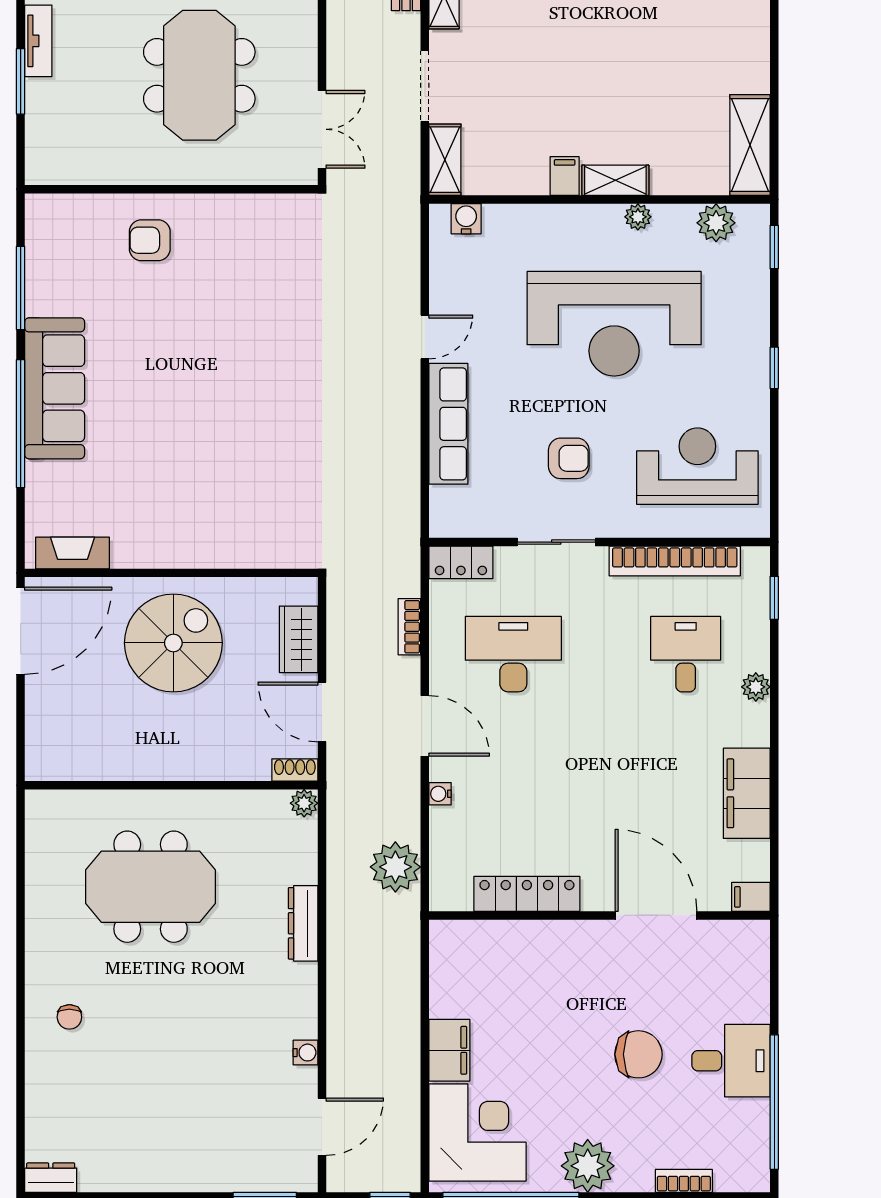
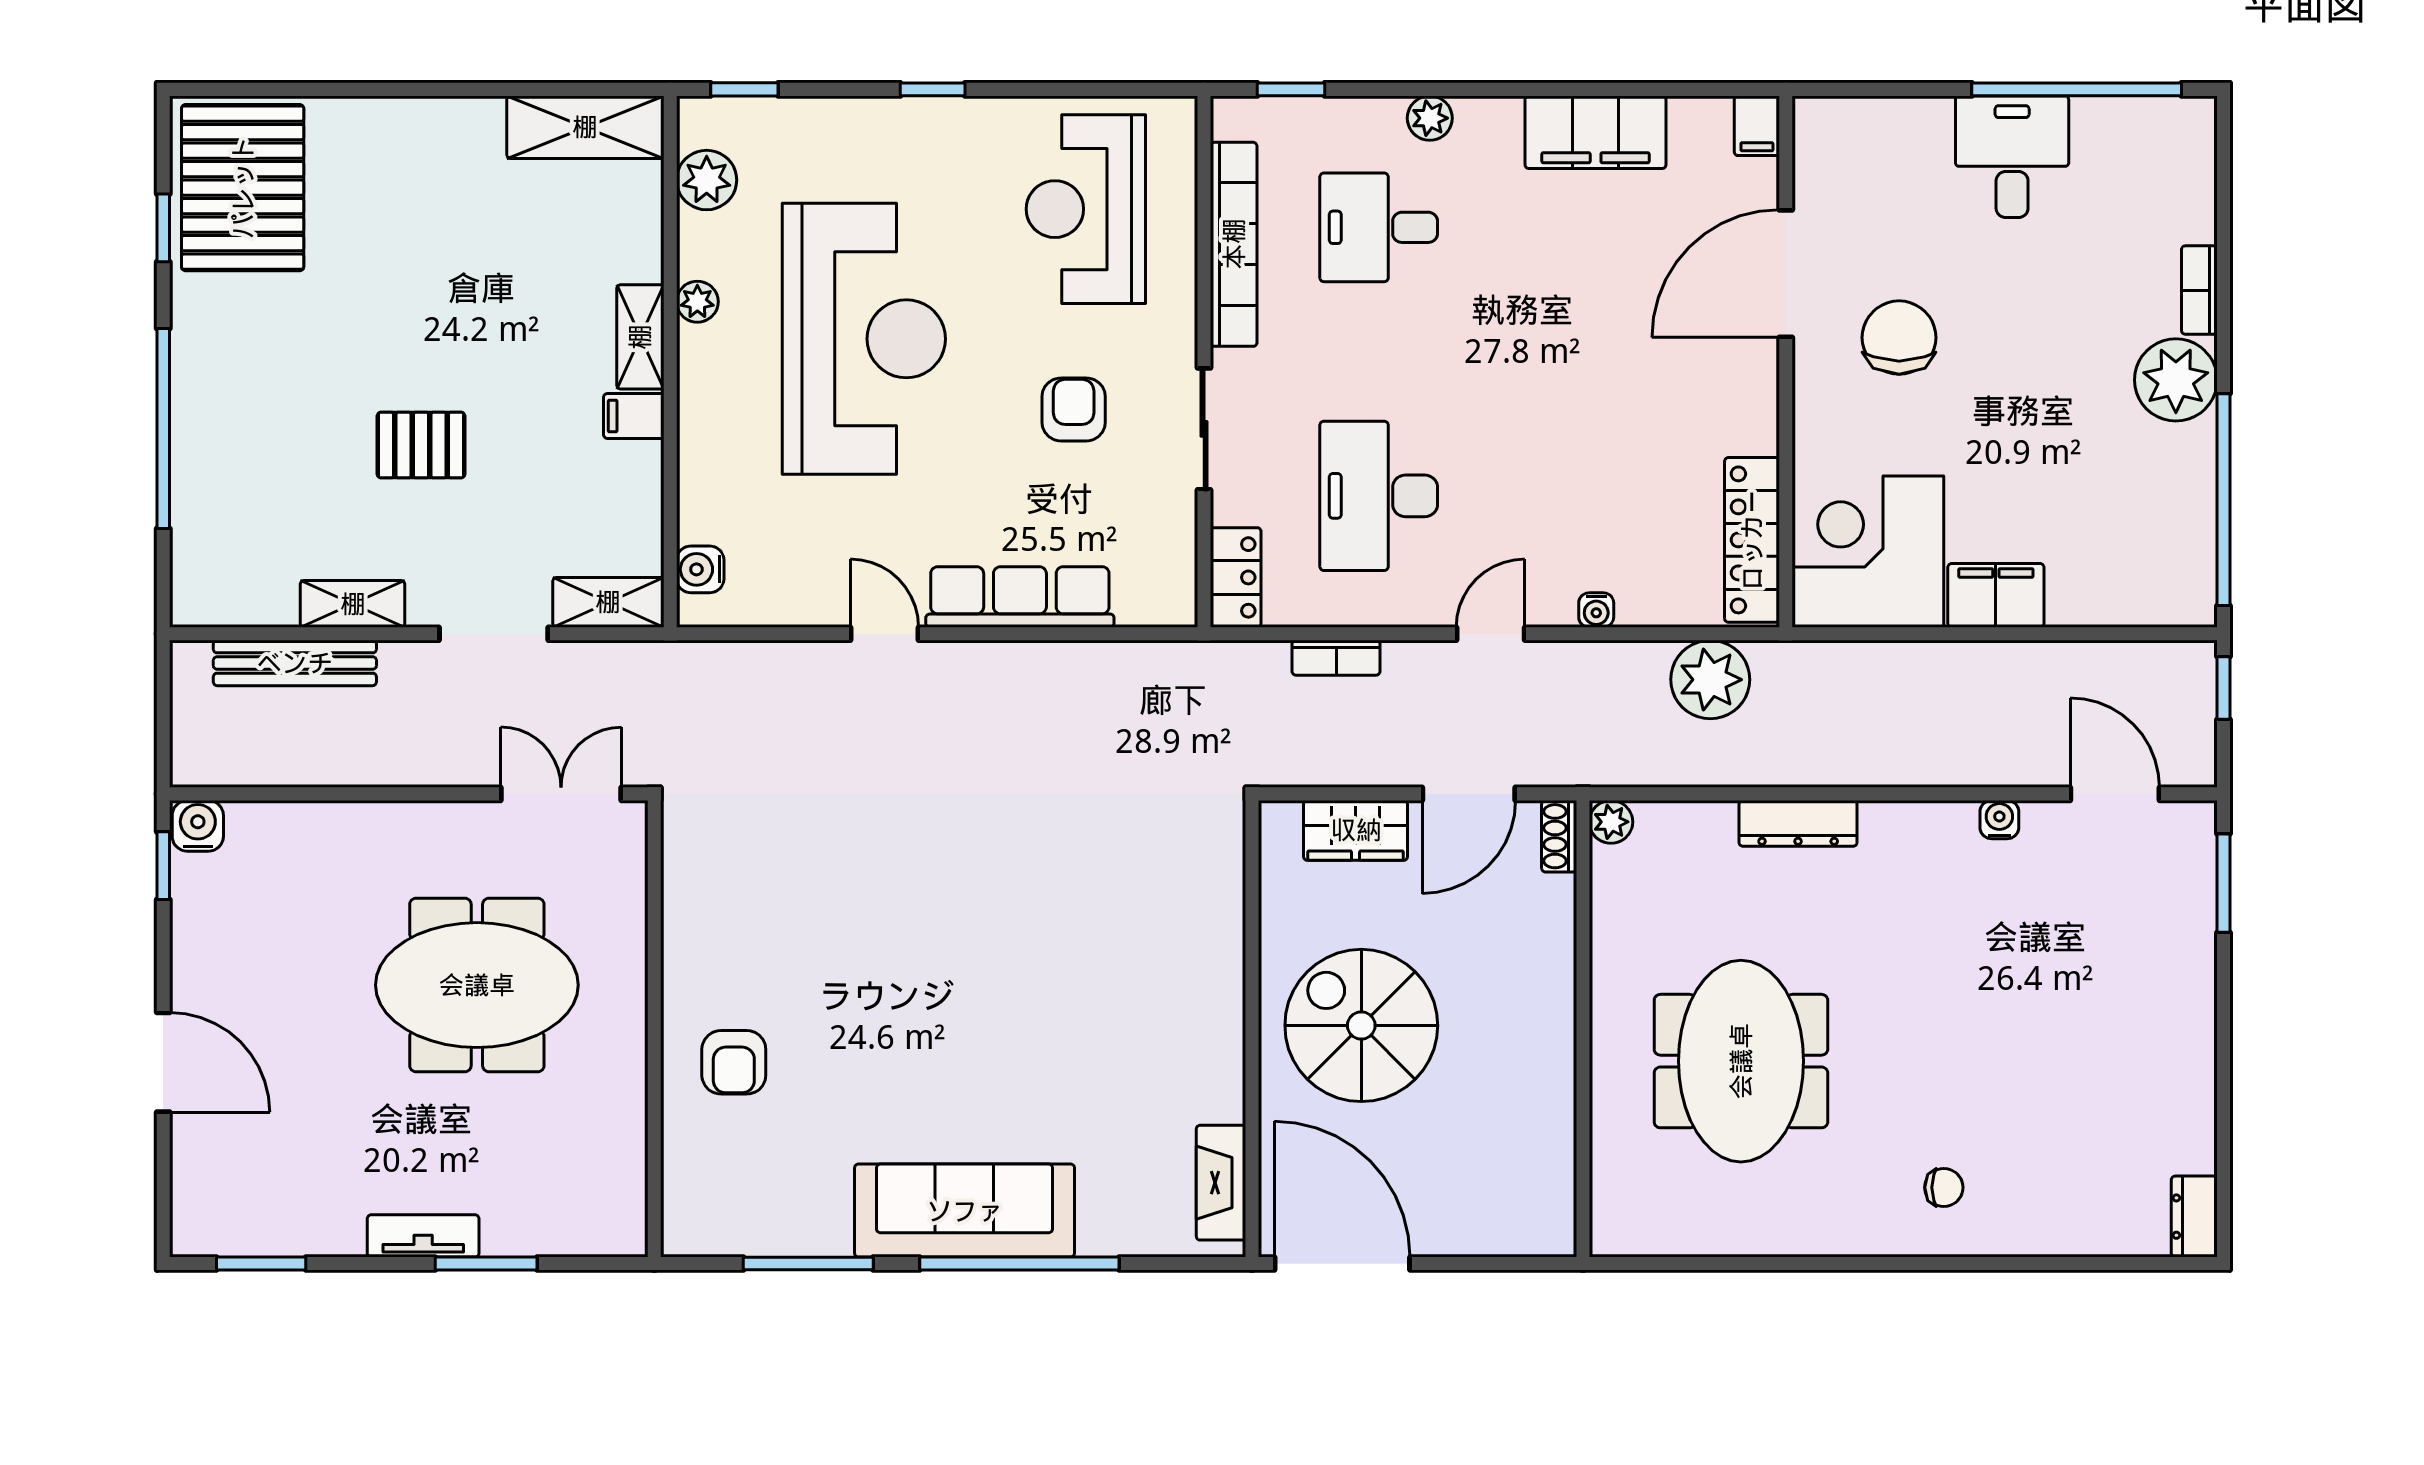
pallet: (546, 39) -> (421, 445), added
door: (425, 726) -> (1491, 634), width x0.73
locker: (527, 894) -> (1752, 540), moved
chair: (638, 1054) -> (1899, 338), moved
corner desk: (477, 1132) -> (1868, 552), moved
bookcase: (684, 1181) -> (2199, 290), moved

